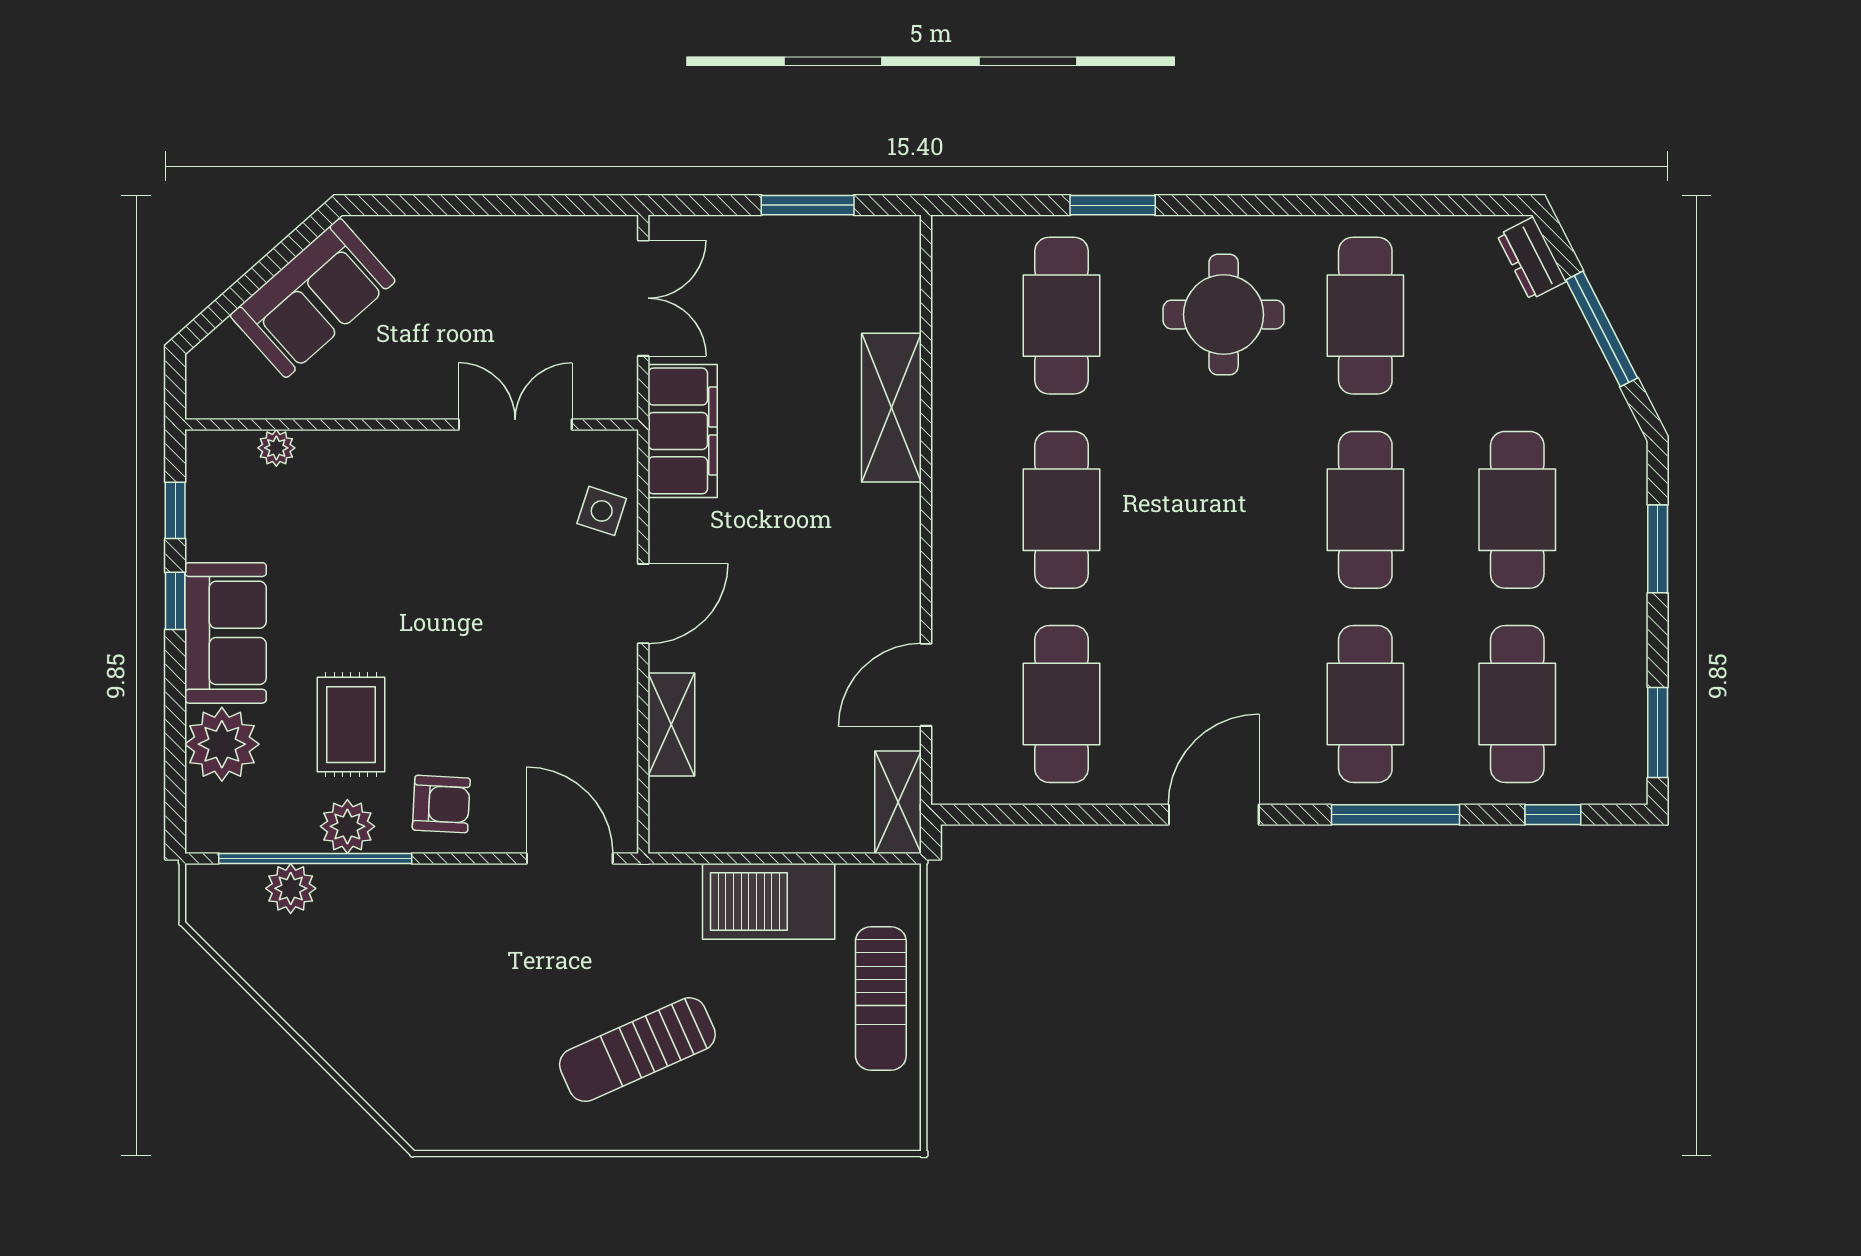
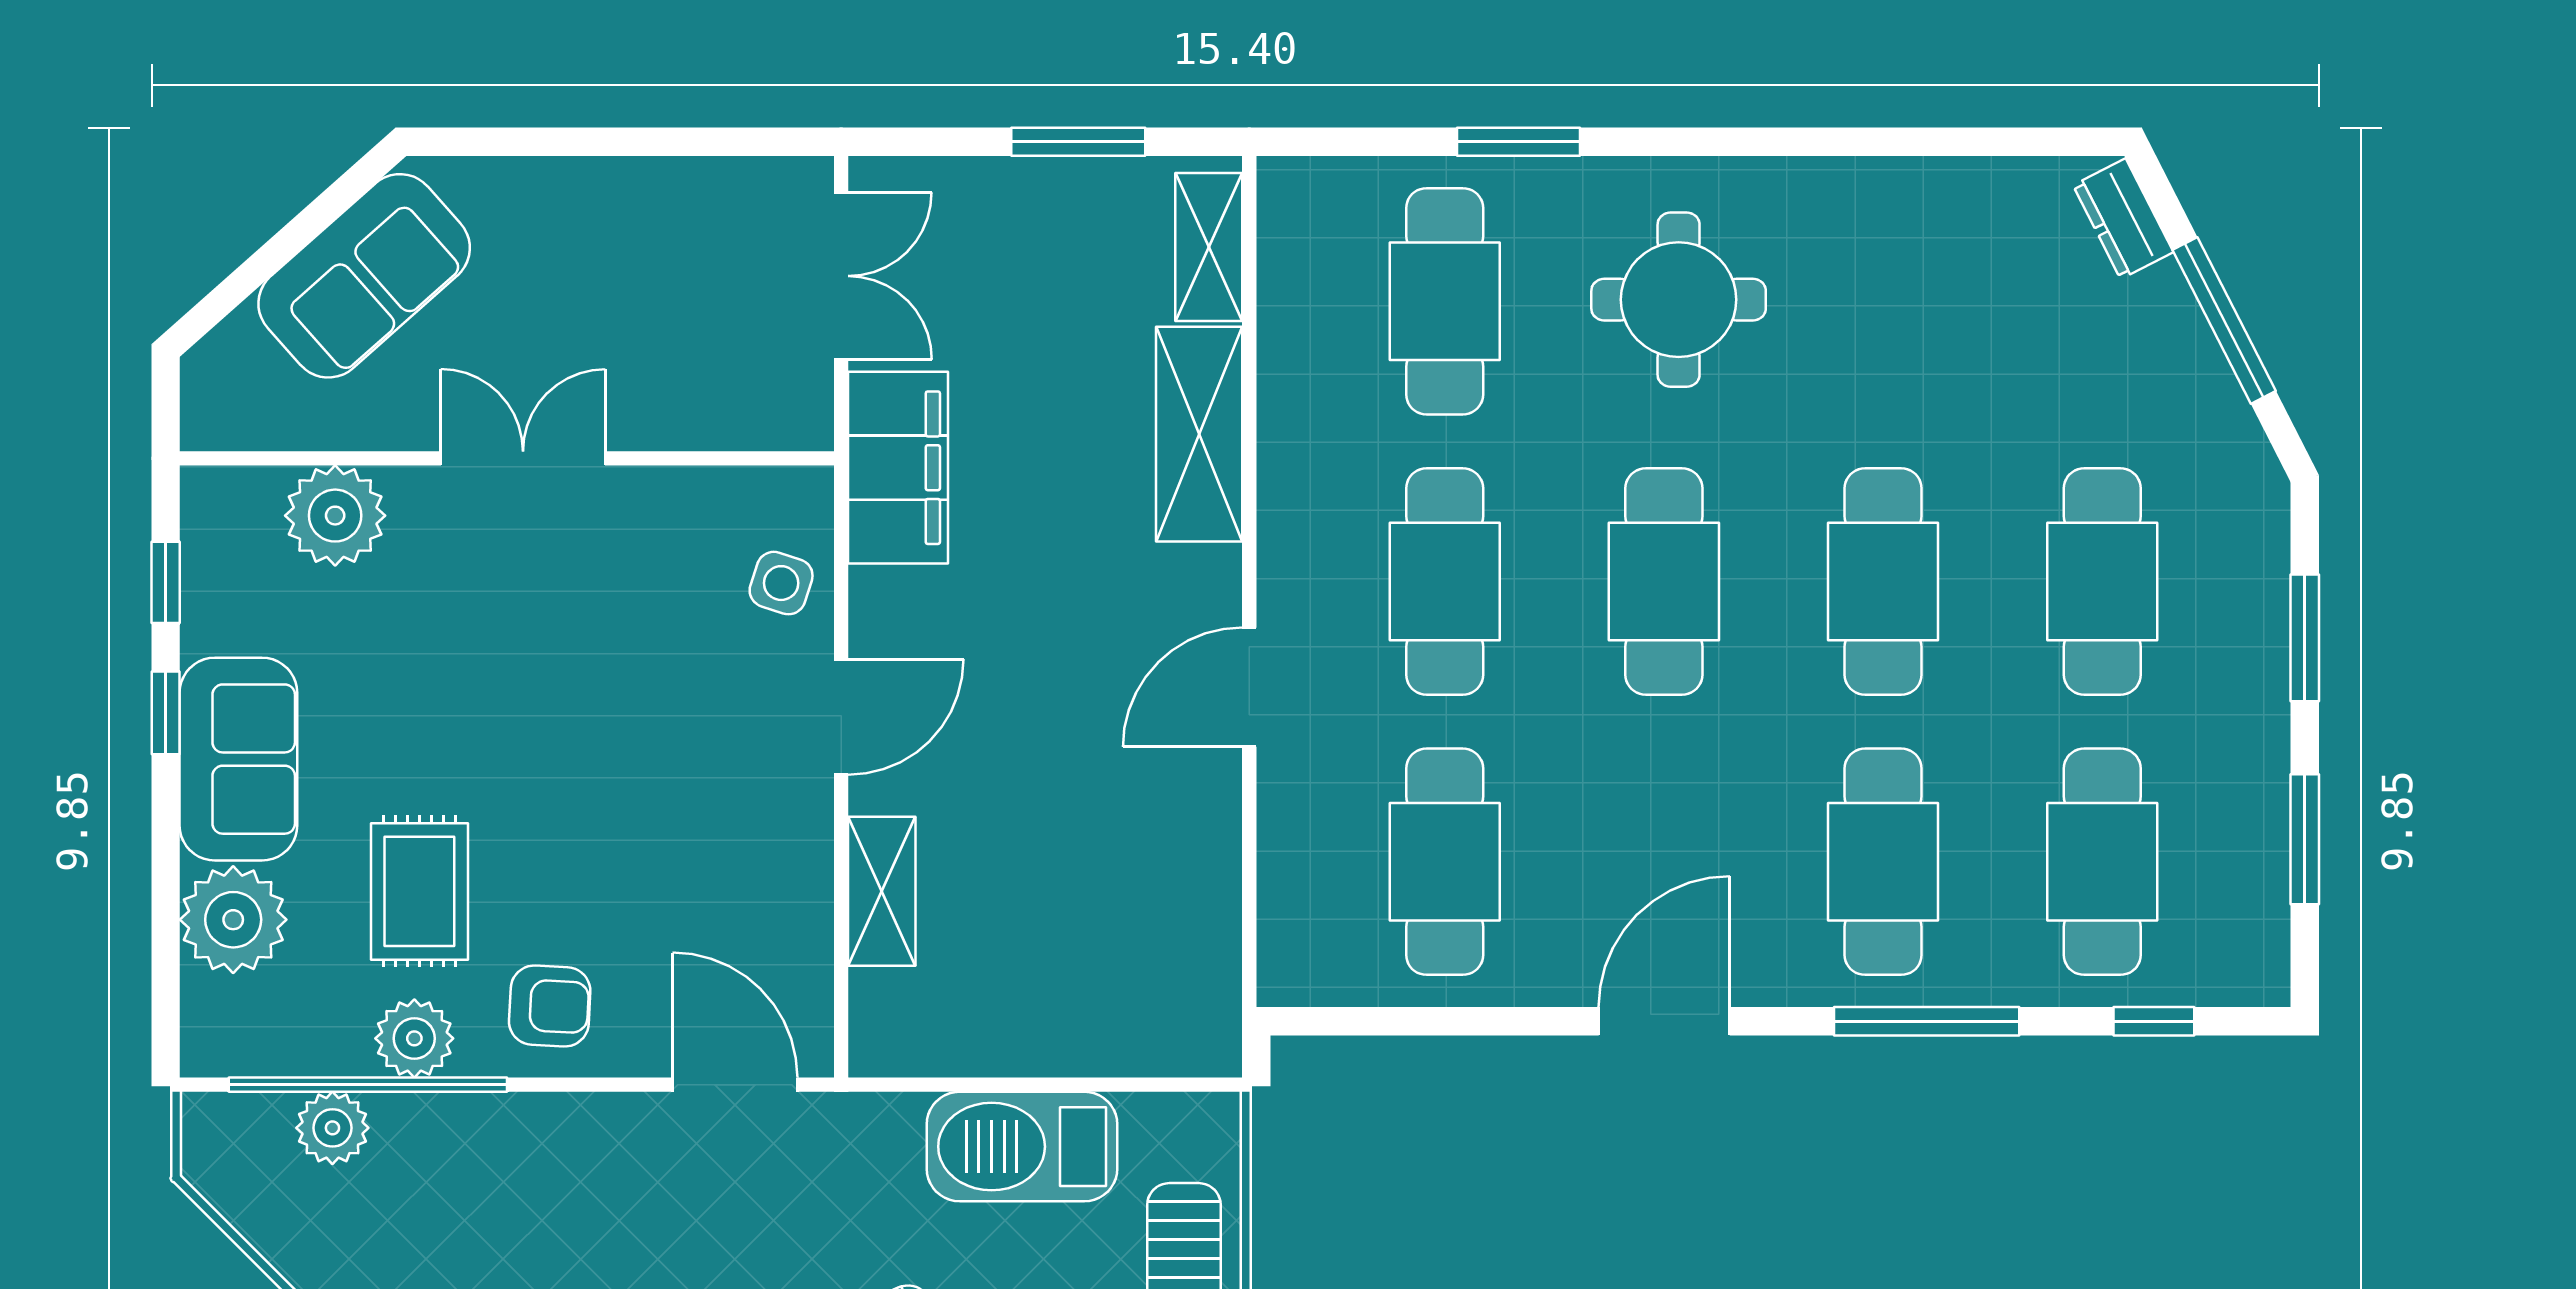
cafe table: (1365, 316) -> (1664, 581), moved
double door: (515, 424) -> (523, 458), moved
plant: (276, 448) -> (335, 516), width x1.88, depth x1.88
door: (926, 685) -> (1249, 687), moved
window: (1658, 733) -> (2305, 839), moved
shelving: (898, 802) -> (1209, 247), moved

